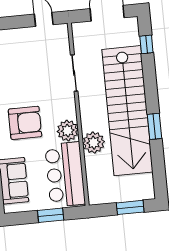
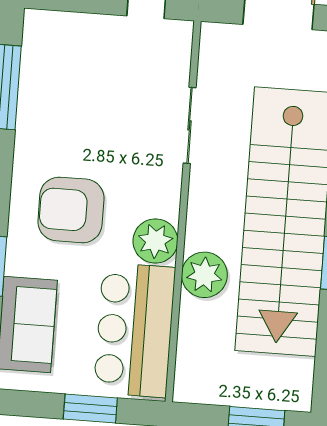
armchair: (25, 123) -> (71, 210), turned 180

